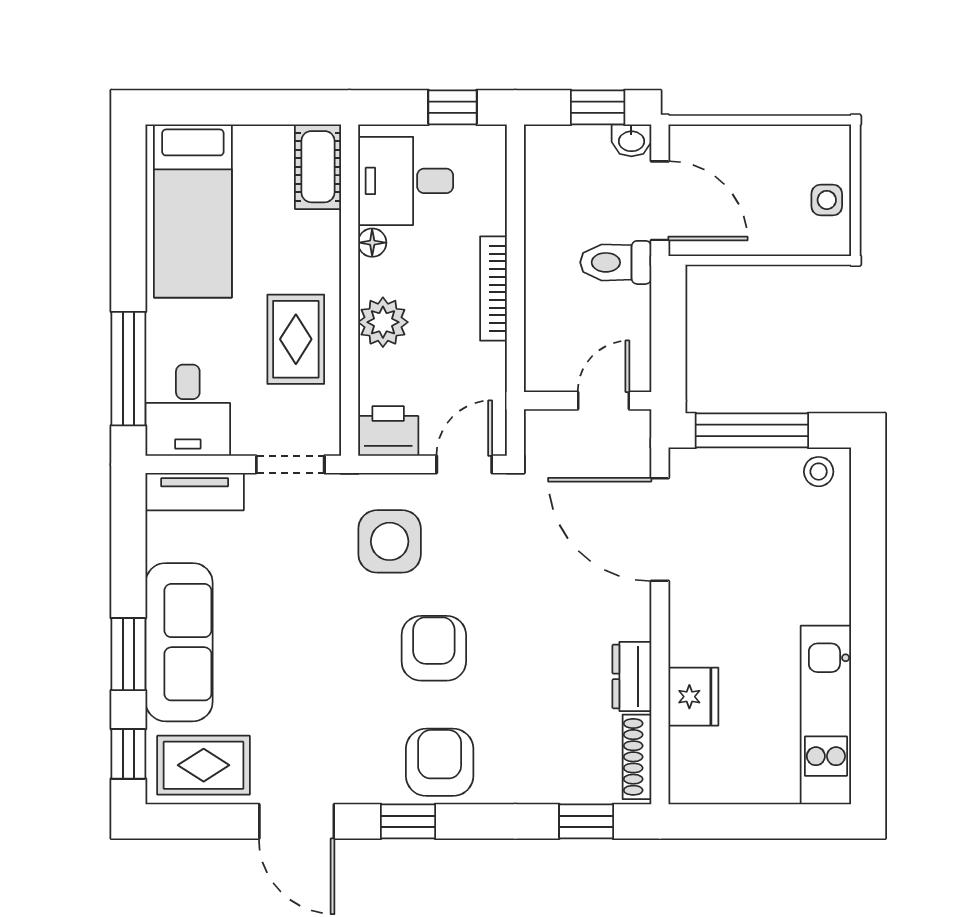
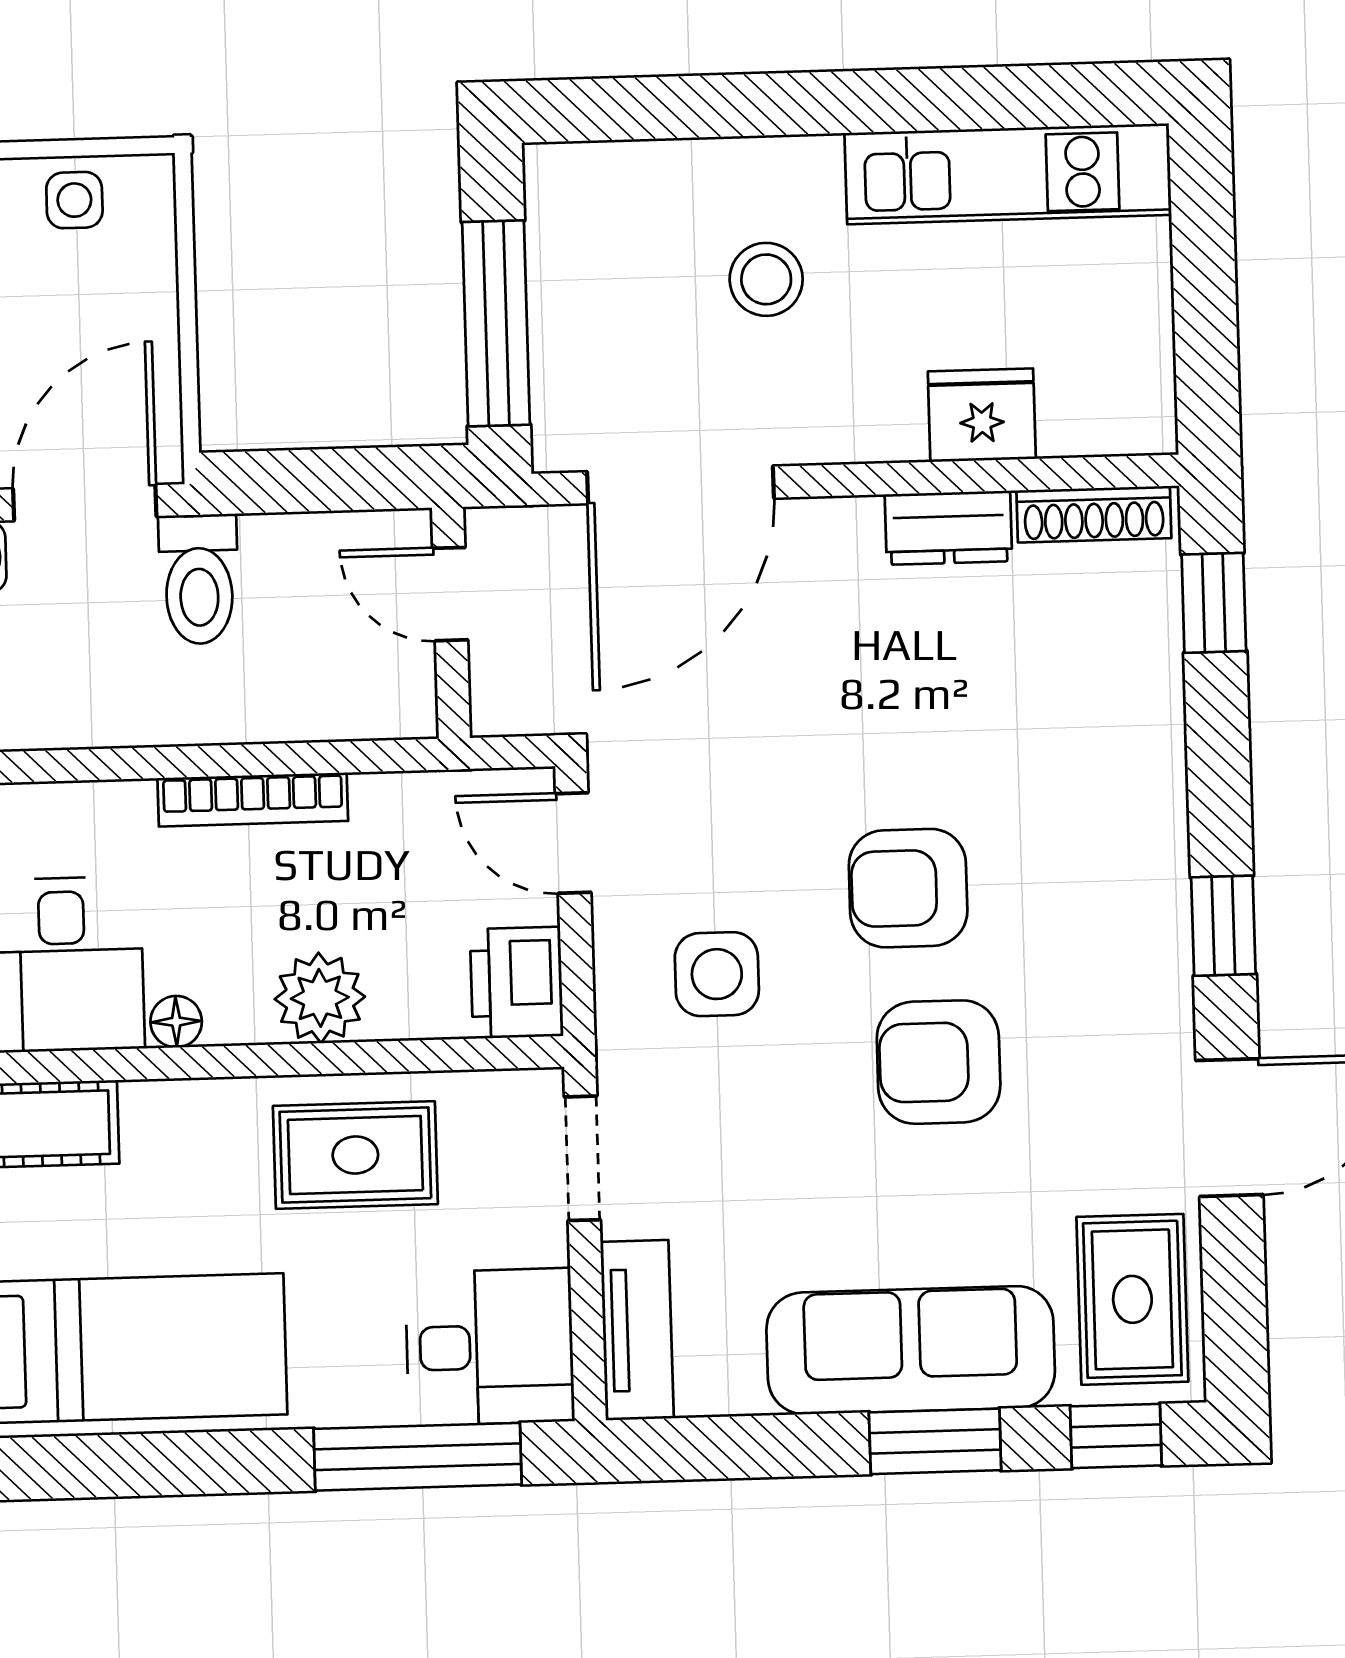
stool: (819, 472) -> (766, 279), moved, width x1.37, depth x1.37
side table: (390, 541) -> (717, 974), width x0.73, depth x0.73
armchair: (440, 762) -> (939, 1062), moved

